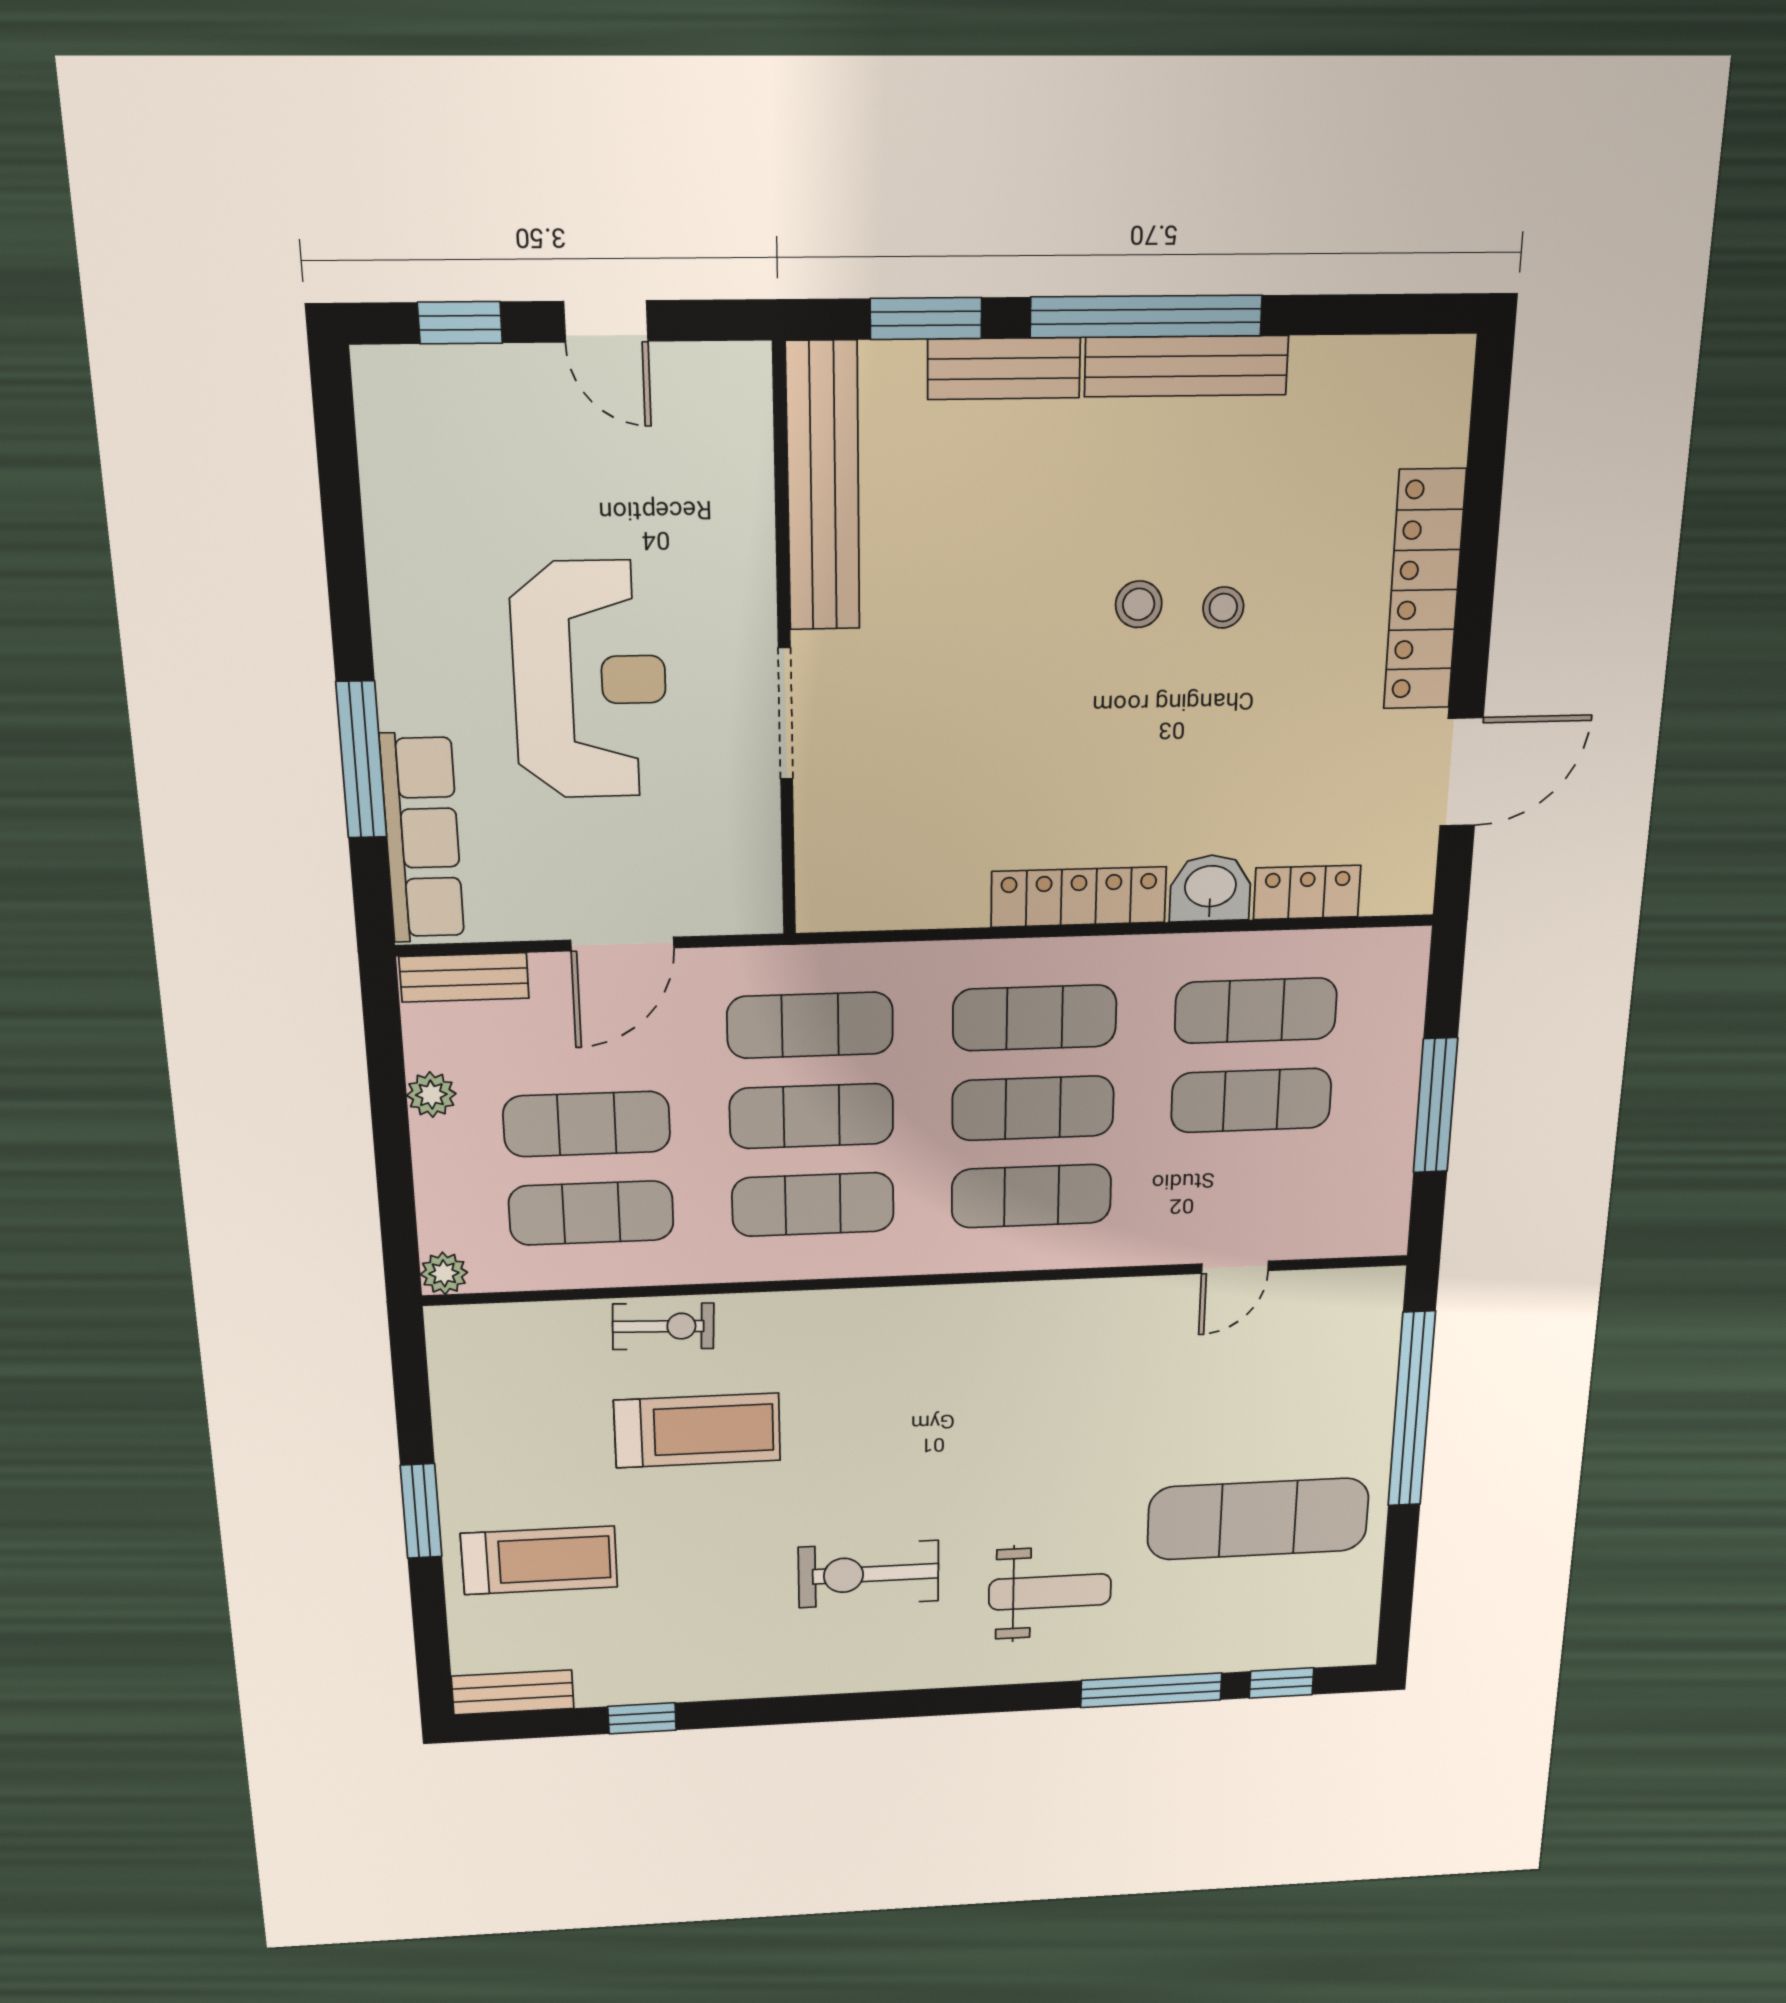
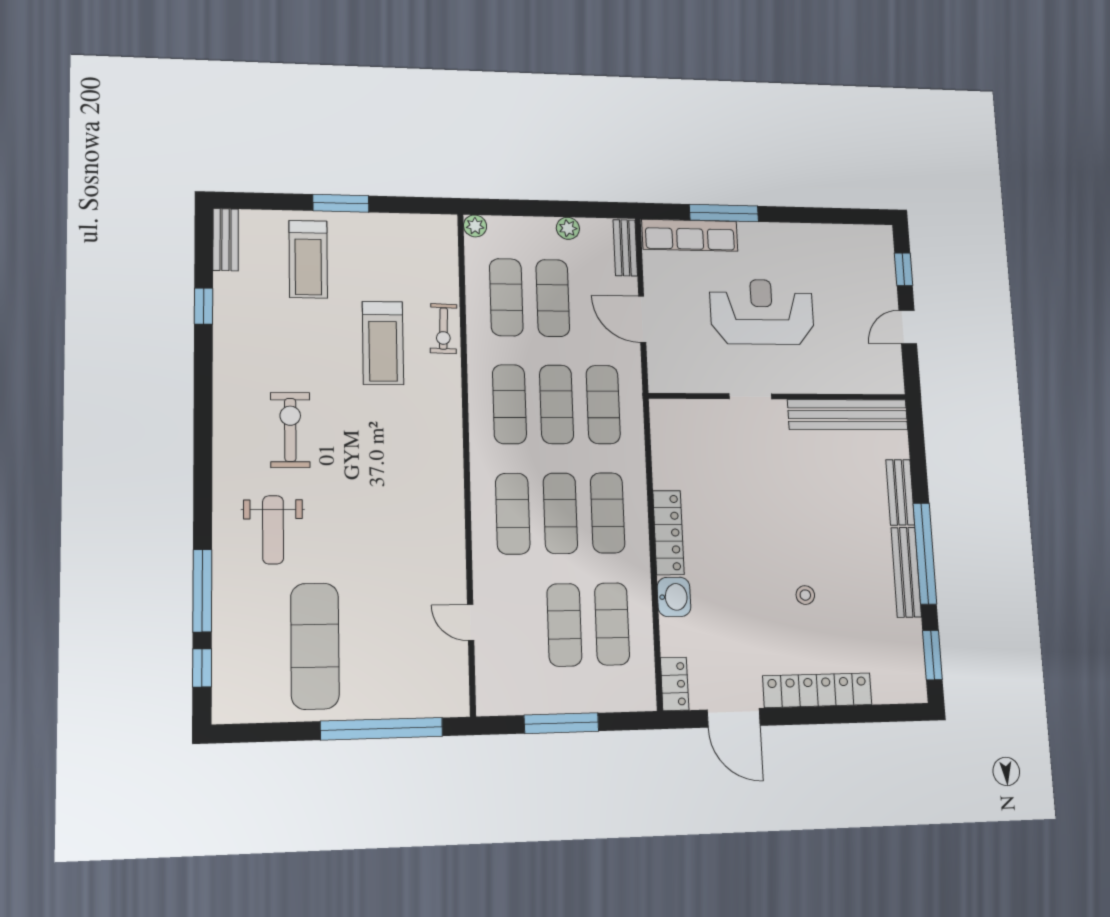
window: (926, 318) -> (932, 655), moved
stool: (1139, 604) -> (805, 556), removed
reception desk: (590, 680) -> (762, 312), turned 180
doorway: (785, 714) -> (750, 396), width x0.73
locker: (1307, 892) -> (675, 684), moved

